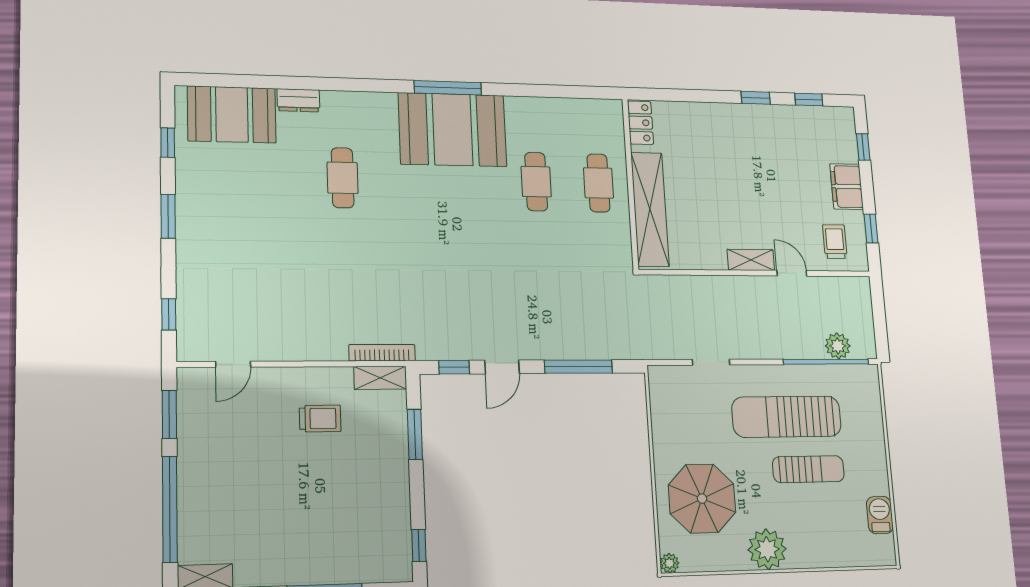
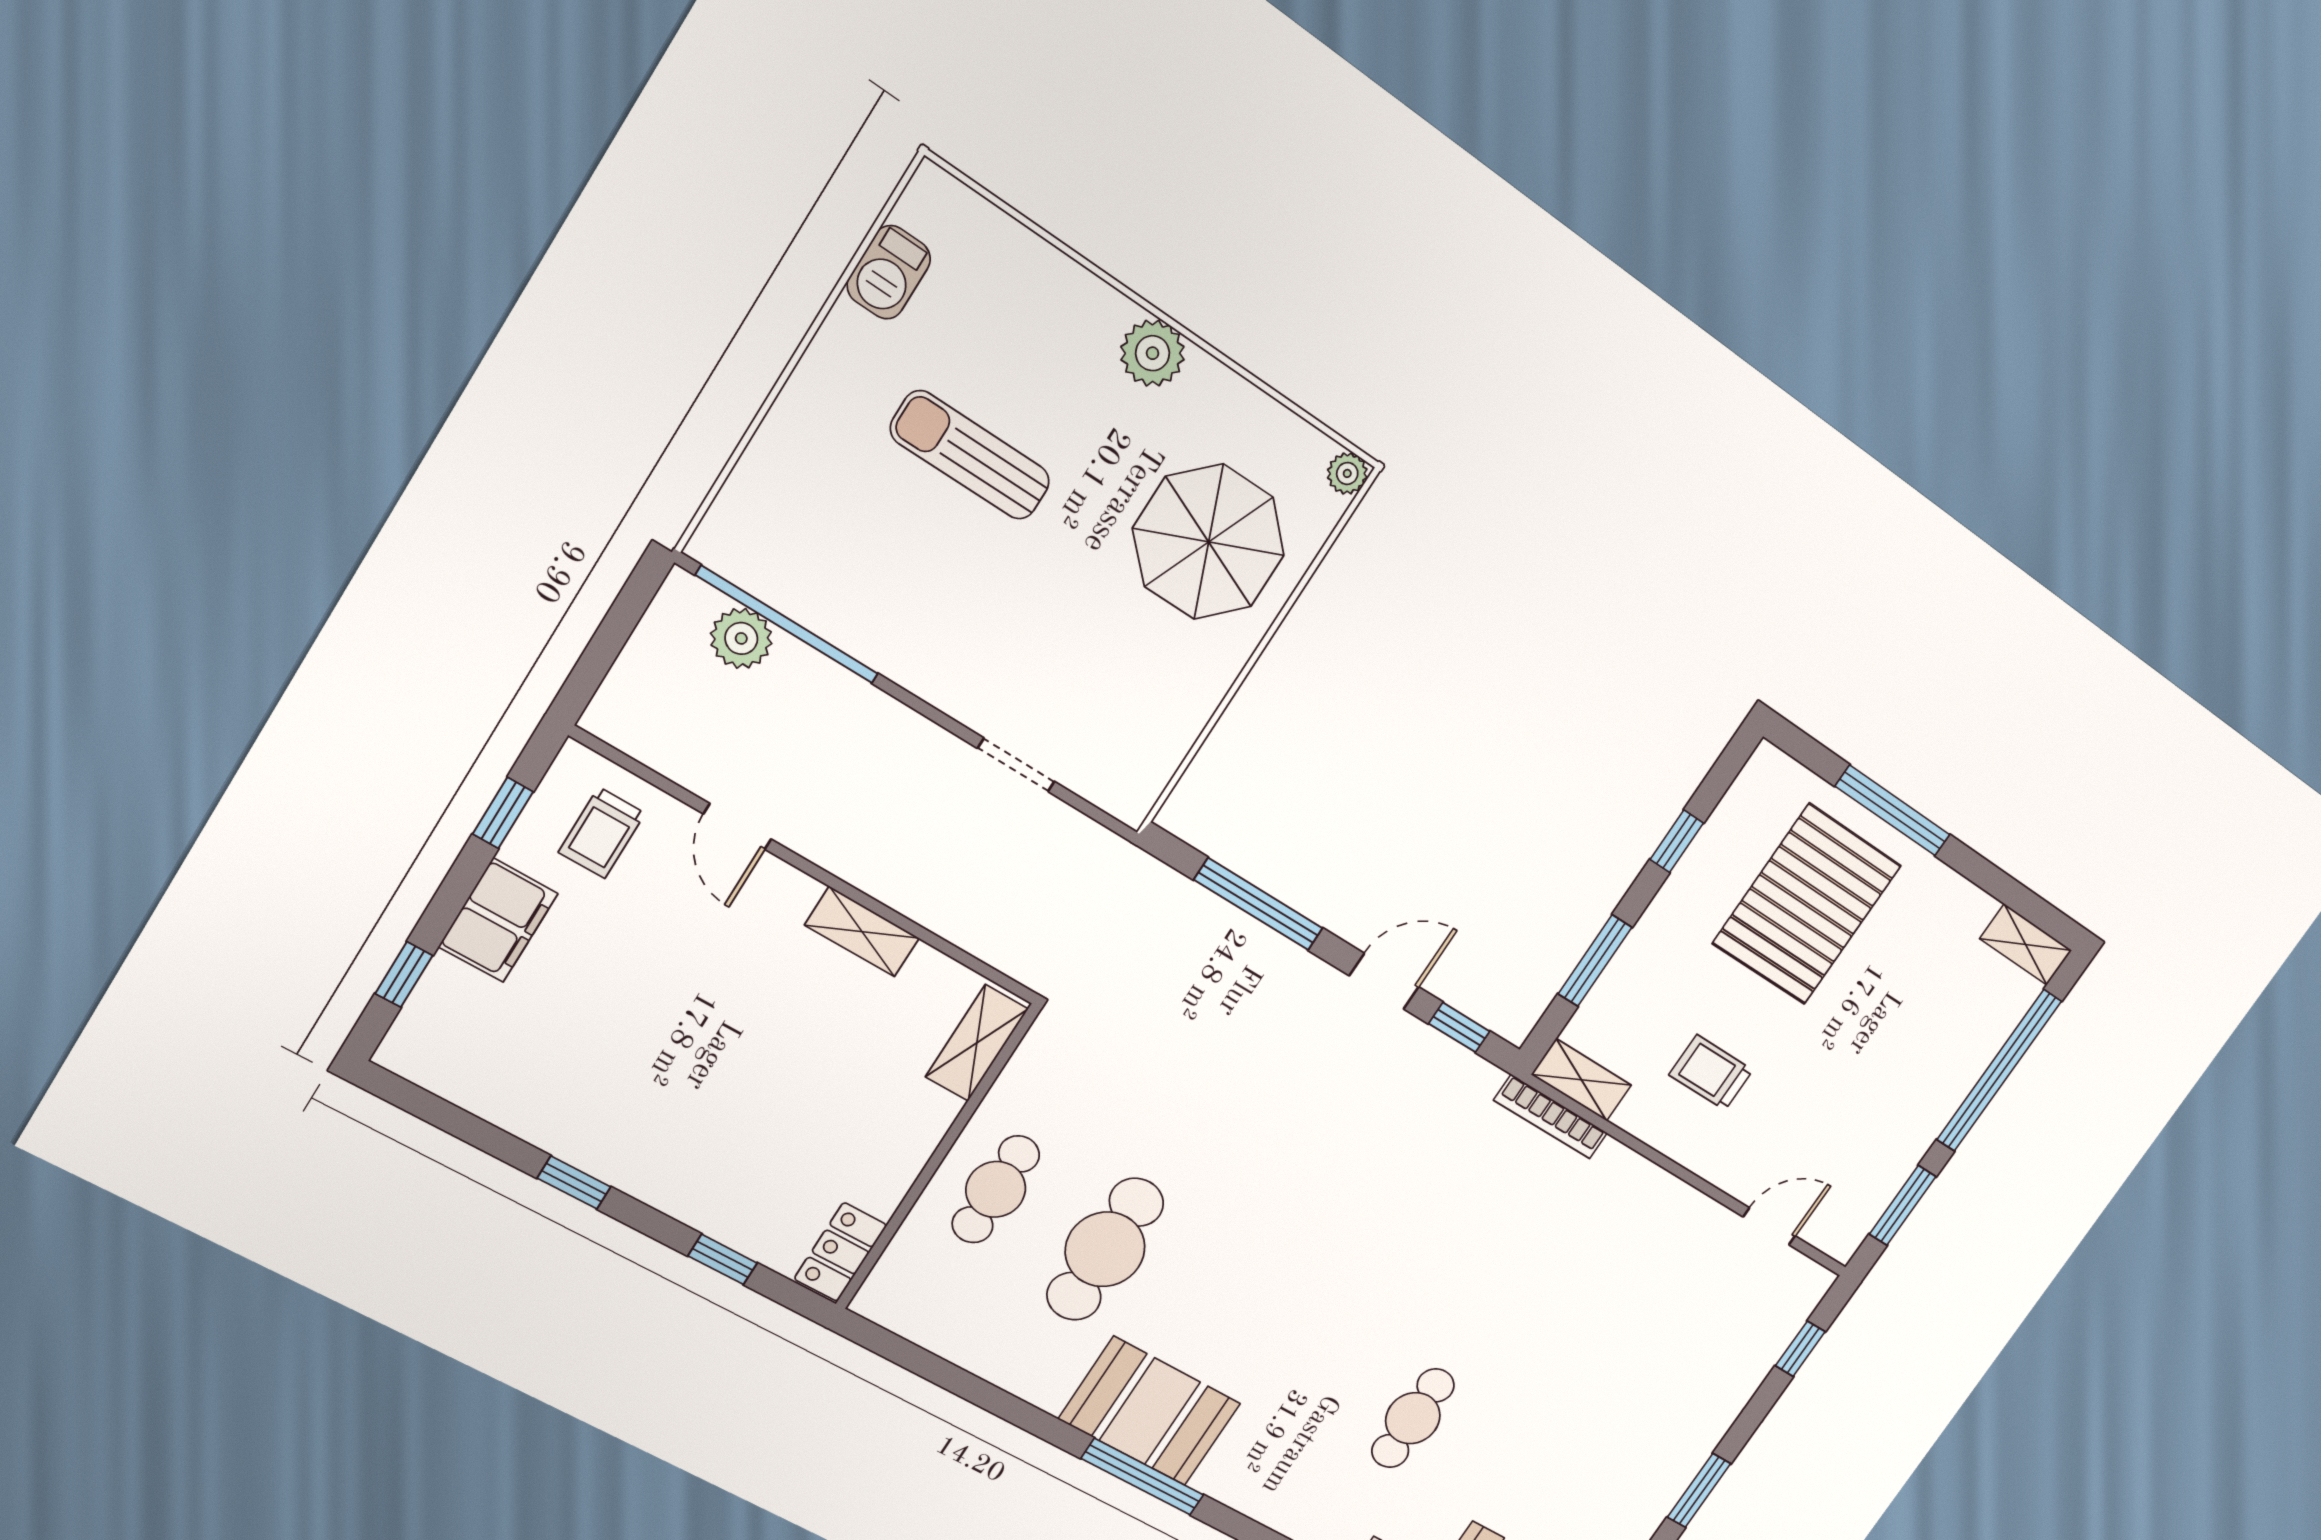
window: (809, 100) -> (723, 1259), moved
booth: (452, 130) -> (1150, 1411), width x0.73, depth x0.70
cafe table: (536, 182) -> (1105, 1249), width x1.37, depth x1.35
shelving: (650, 209) -> (977, 1043), width x0.45, depth x0.75
shelving: (751, 260) -> (862, 932), moved
sun lounger: (787, 417) -> (942, 577), removed
pallet: (333, 523) -> (1807, 904), added
window: (419, 545) -> (1677, 841), moved
plant: (767, 549) -> (1153, 353), width x0.73, depth x0.73

